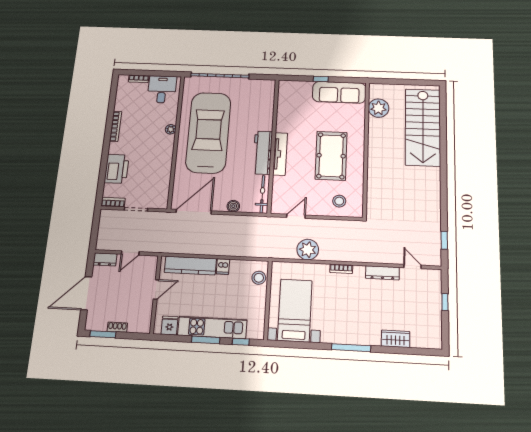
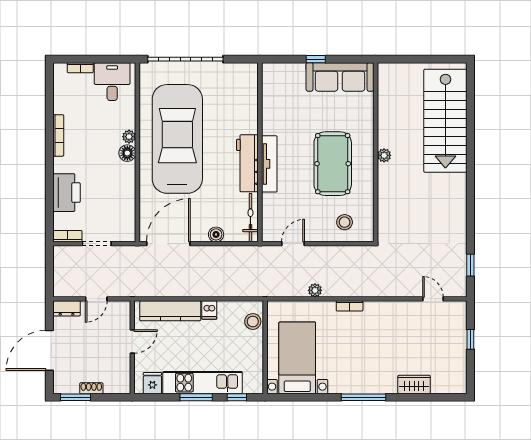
plant: (379, 108) -> (384, 155), moved, width x0.53, depth x0.53
floor lamp: (168, 141) -> (127, 153), added
plant: (308, 250) -> (315, 290), width x0.53, depth x0.53
dresser: (382, 273) -> (398, 308), removed

